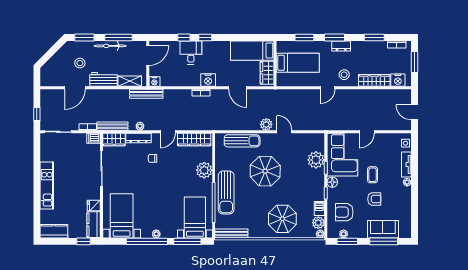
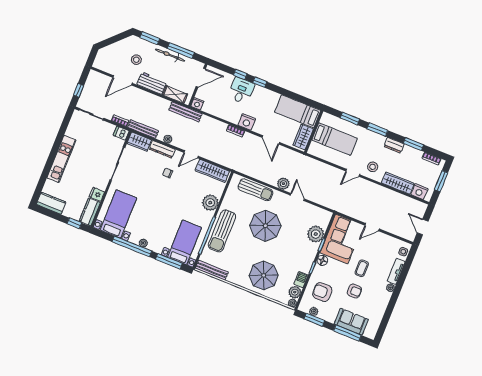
dresser: (341, 46) -> (394, 145), moved

